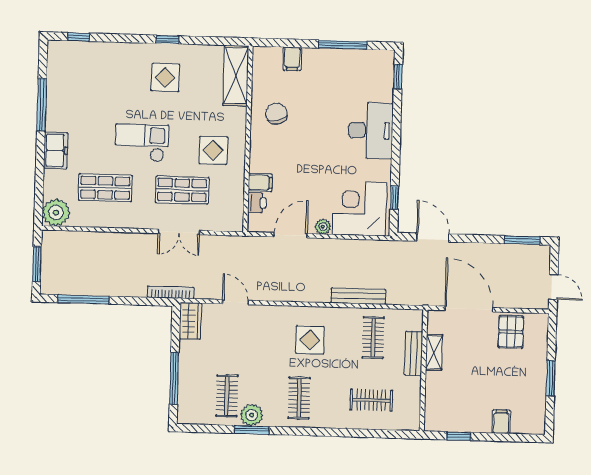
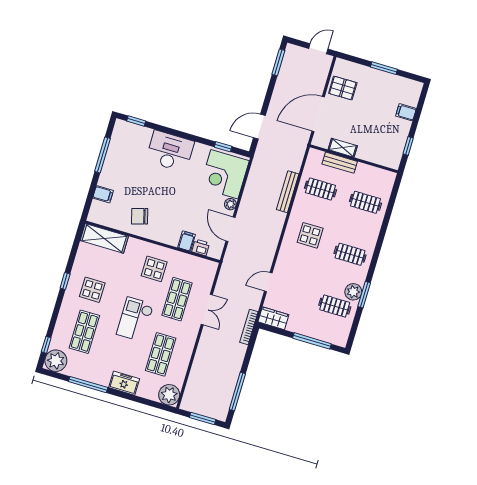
plant: (61, 55) -> (56, 361), added
shop shelf: (108, 82) -> (84, 332), added
clothes rail: (371, 400) -> (365, 202), turned 90

